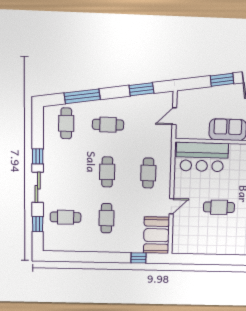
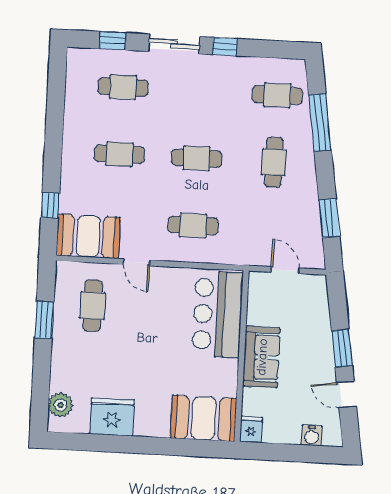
cafe table: (219, 207) -> (93, 306), moved
cafe table: (66, 217) -> (123, 87), turned 90
window: (207, 259) -> (44, 320), added

